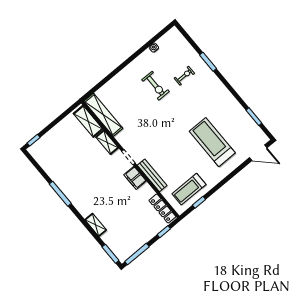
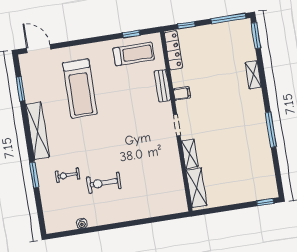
exercise bike: (156, 86) -> (104, 183), turned -90
shelving: (103, 115) -> (38, 131), moved
bench: (152, 175) -> (162, 86), width x0.73
filing cabinet: (135, 178) -> (182, 93), width x0.50

